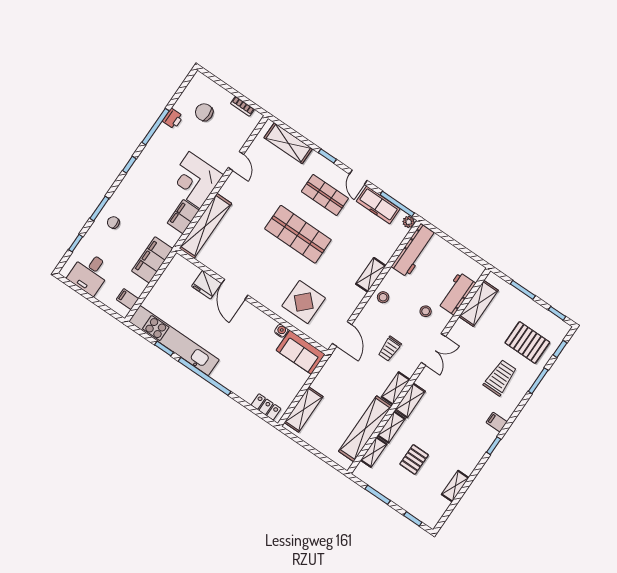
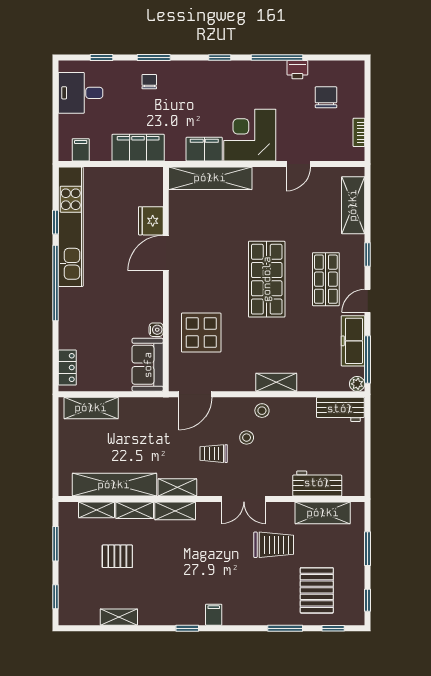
workbench: (414, 250) -> (340, 409), width x0.73
stool: (426, 311) -> (247, 438), moved
trolley: (500, 378) -> (274, 545), moved

